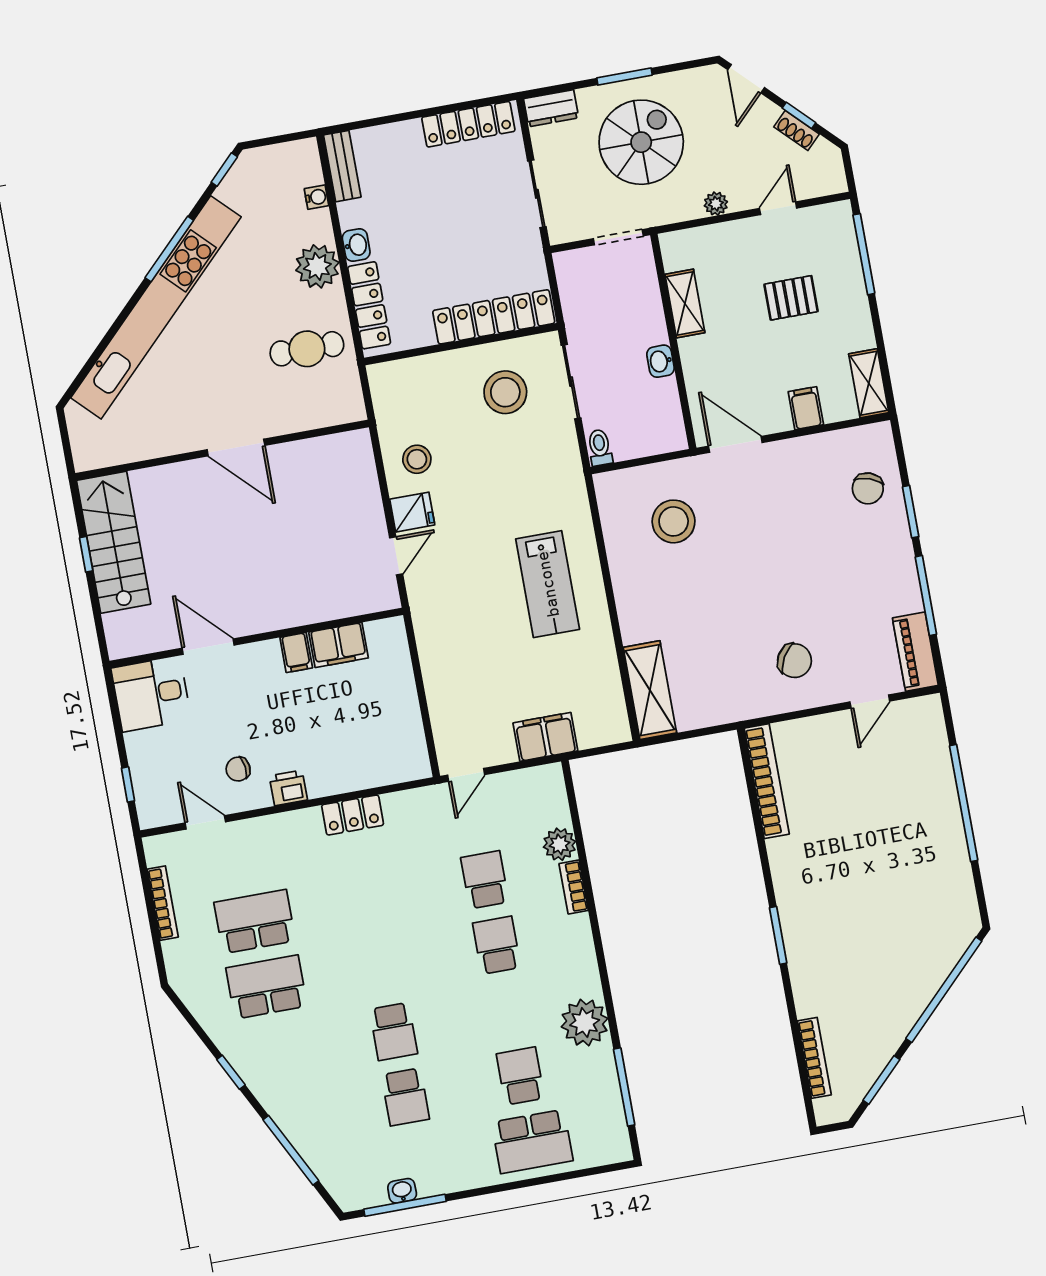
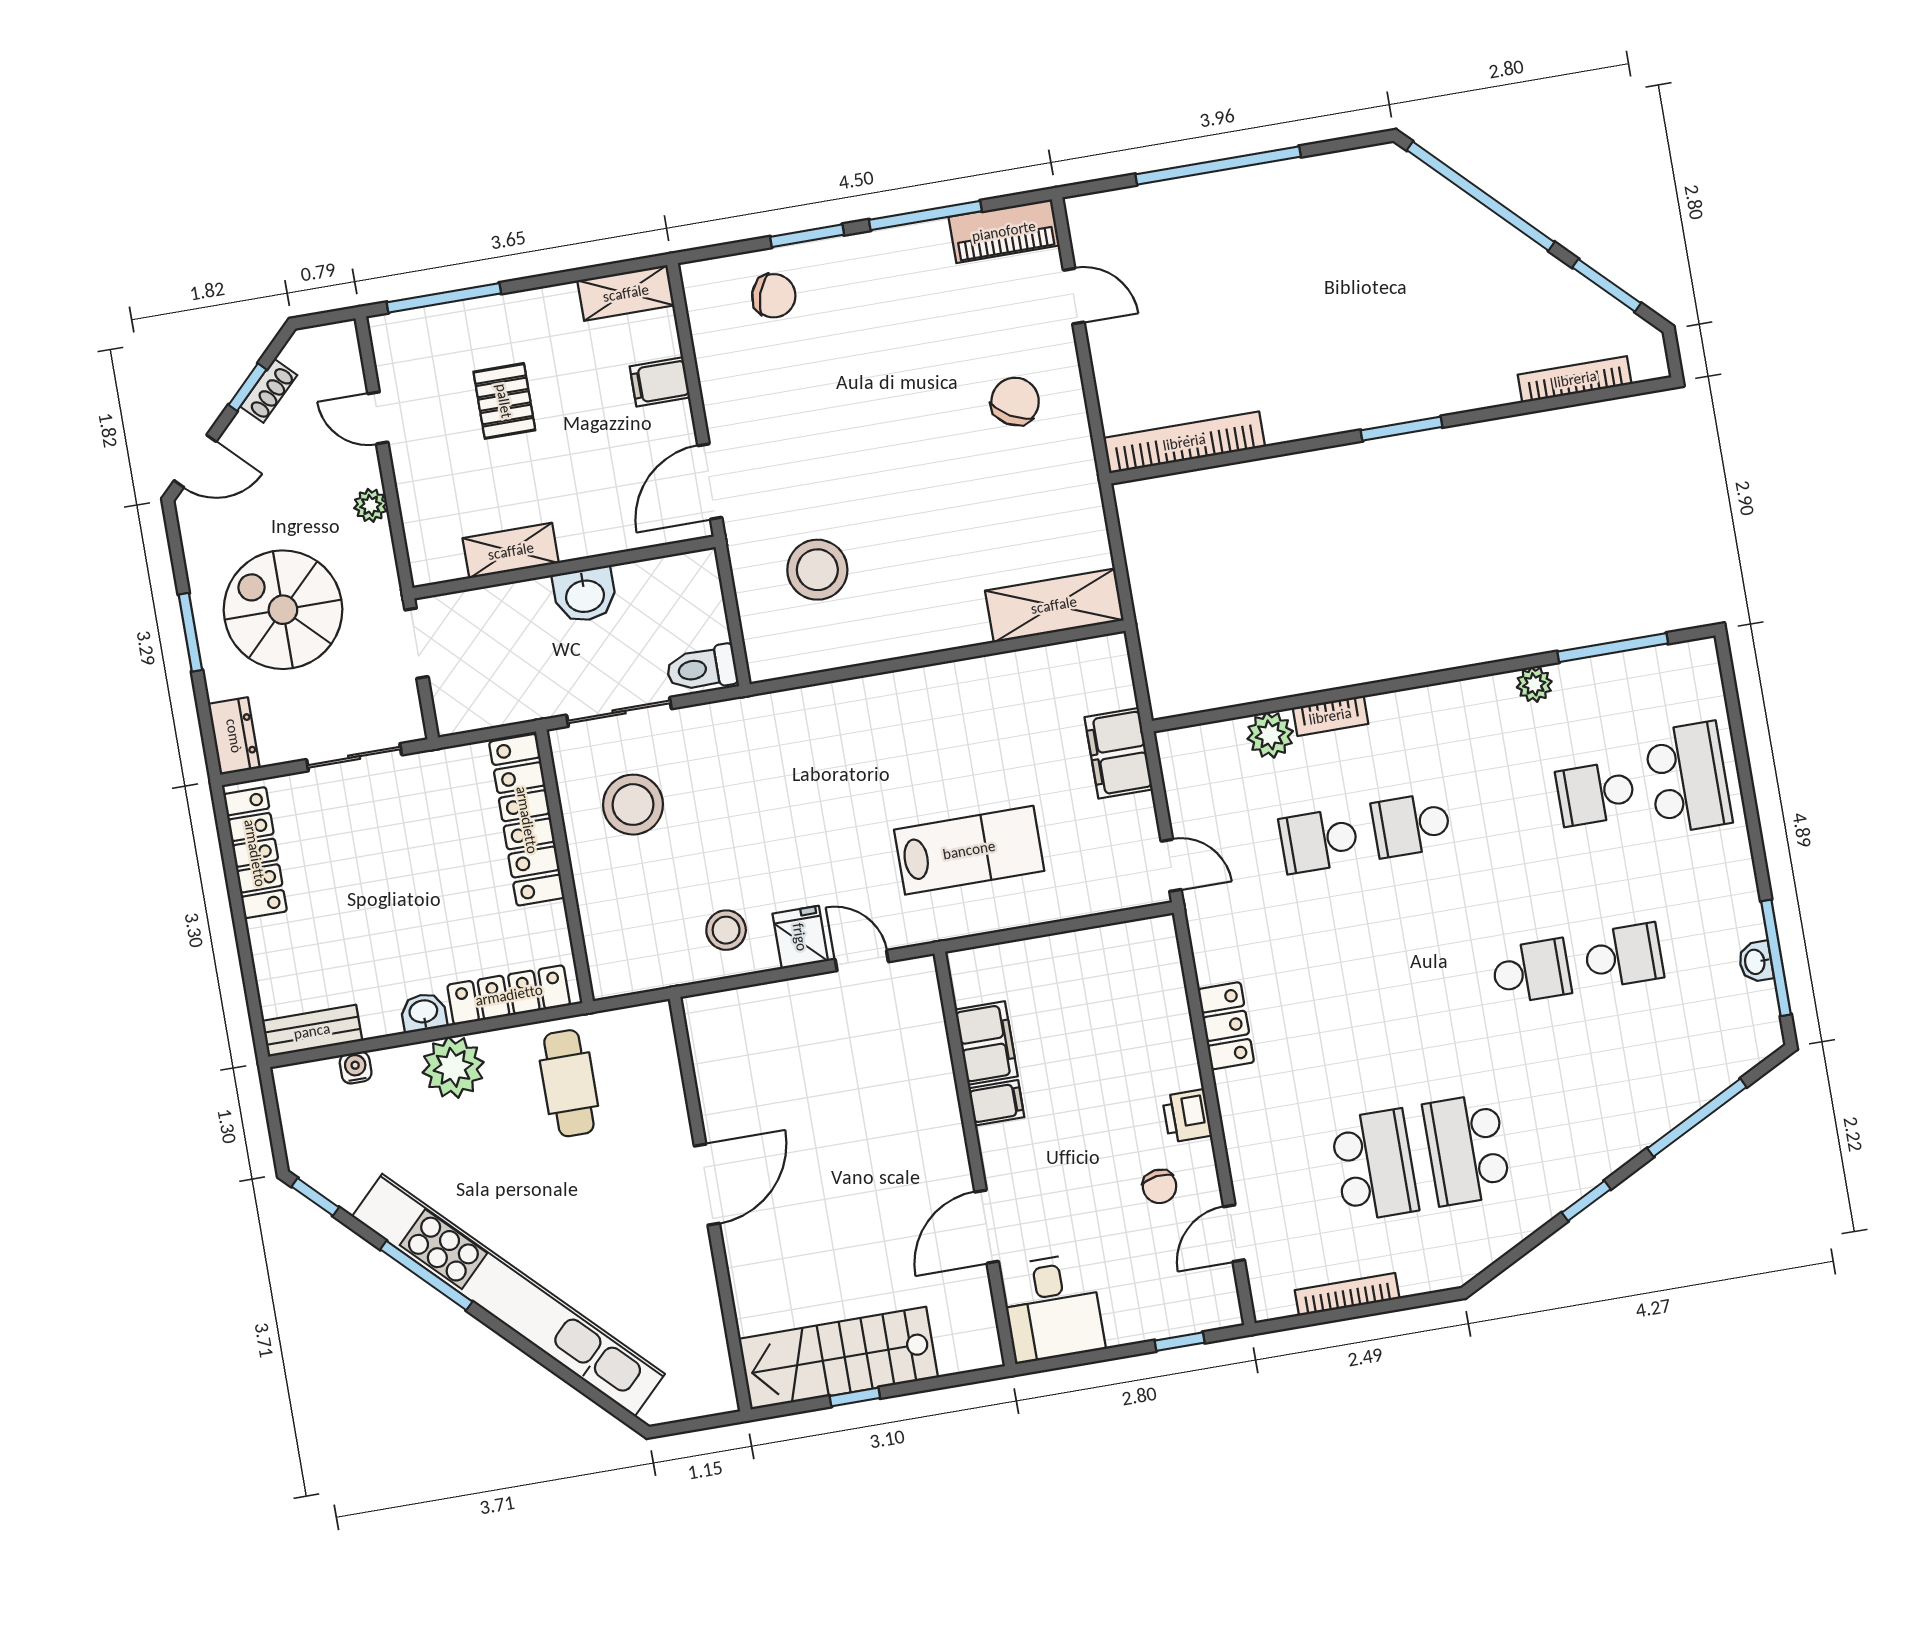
washbasin: (661, 361) -> (585, 595), width x1.38, depth x1.45
toilet: (600, 447) -> (702, 669), width x1.37, depth x1.39
lab bench: (548, 584) -> (969, 850), moved
school desk: (255, 922) -> (1374, 1165), turned 180
plant: (585, 1023) -> (1534, 684), width x0.53, depth x0.53

